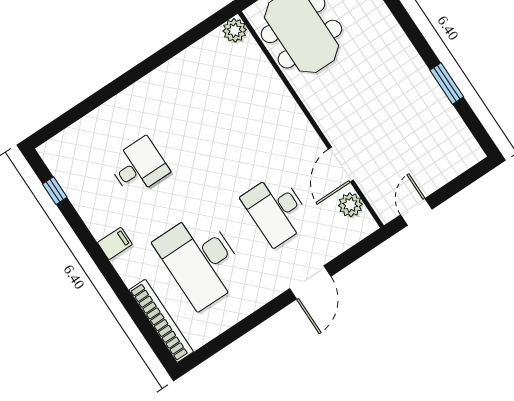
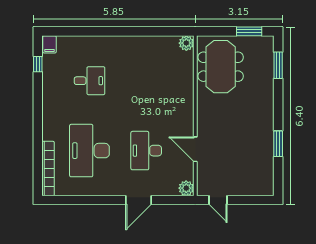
door: (341, 165) -> (195, 149), hinge flipped
plant: (350, 205) -> (186, 188), moved
door: (416, 212) -> (218, 200), swing flipped
filing cabinet: (115, 243) -> (49, 44), moved, turned 90

